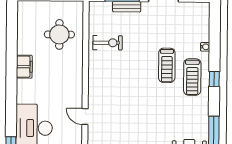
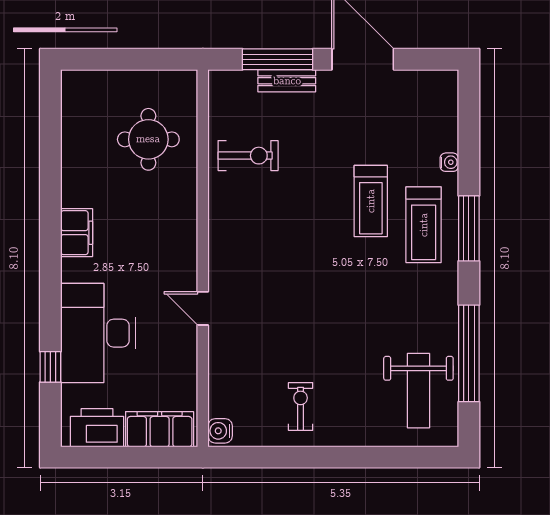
filing cabinet: (24, 67) -> (77, 233), moved
window: (214, 79) -> (469, 228), width x2.17

